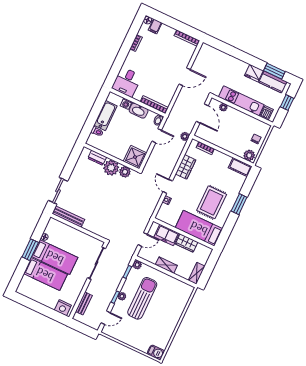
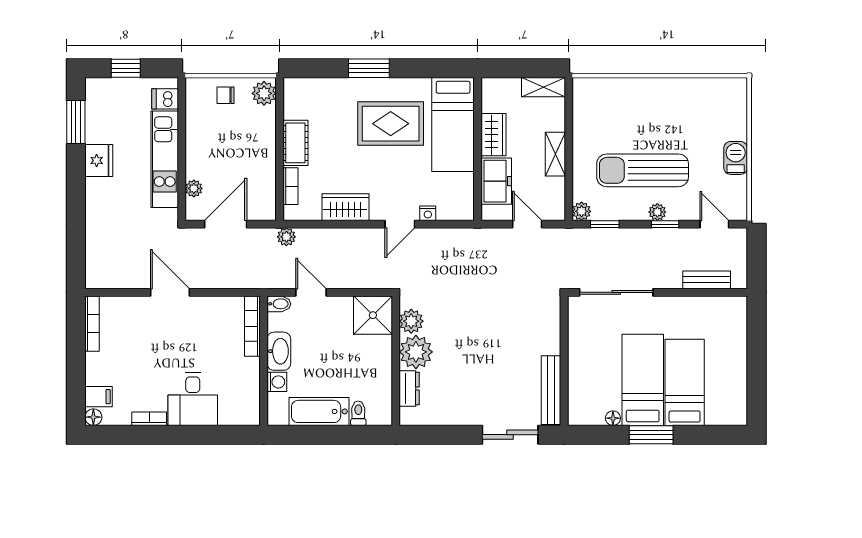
desk: (127, 82) -> (193, 399), moved, turned 90
kitchen counter: (273, 82) -> (99, 115), removed
cot: (240, 167) -> (295, 143), moved
nightstand: (63, 308) -> (734, 317), removed
barbecue: (156, 352) -> (736, 158), moved

